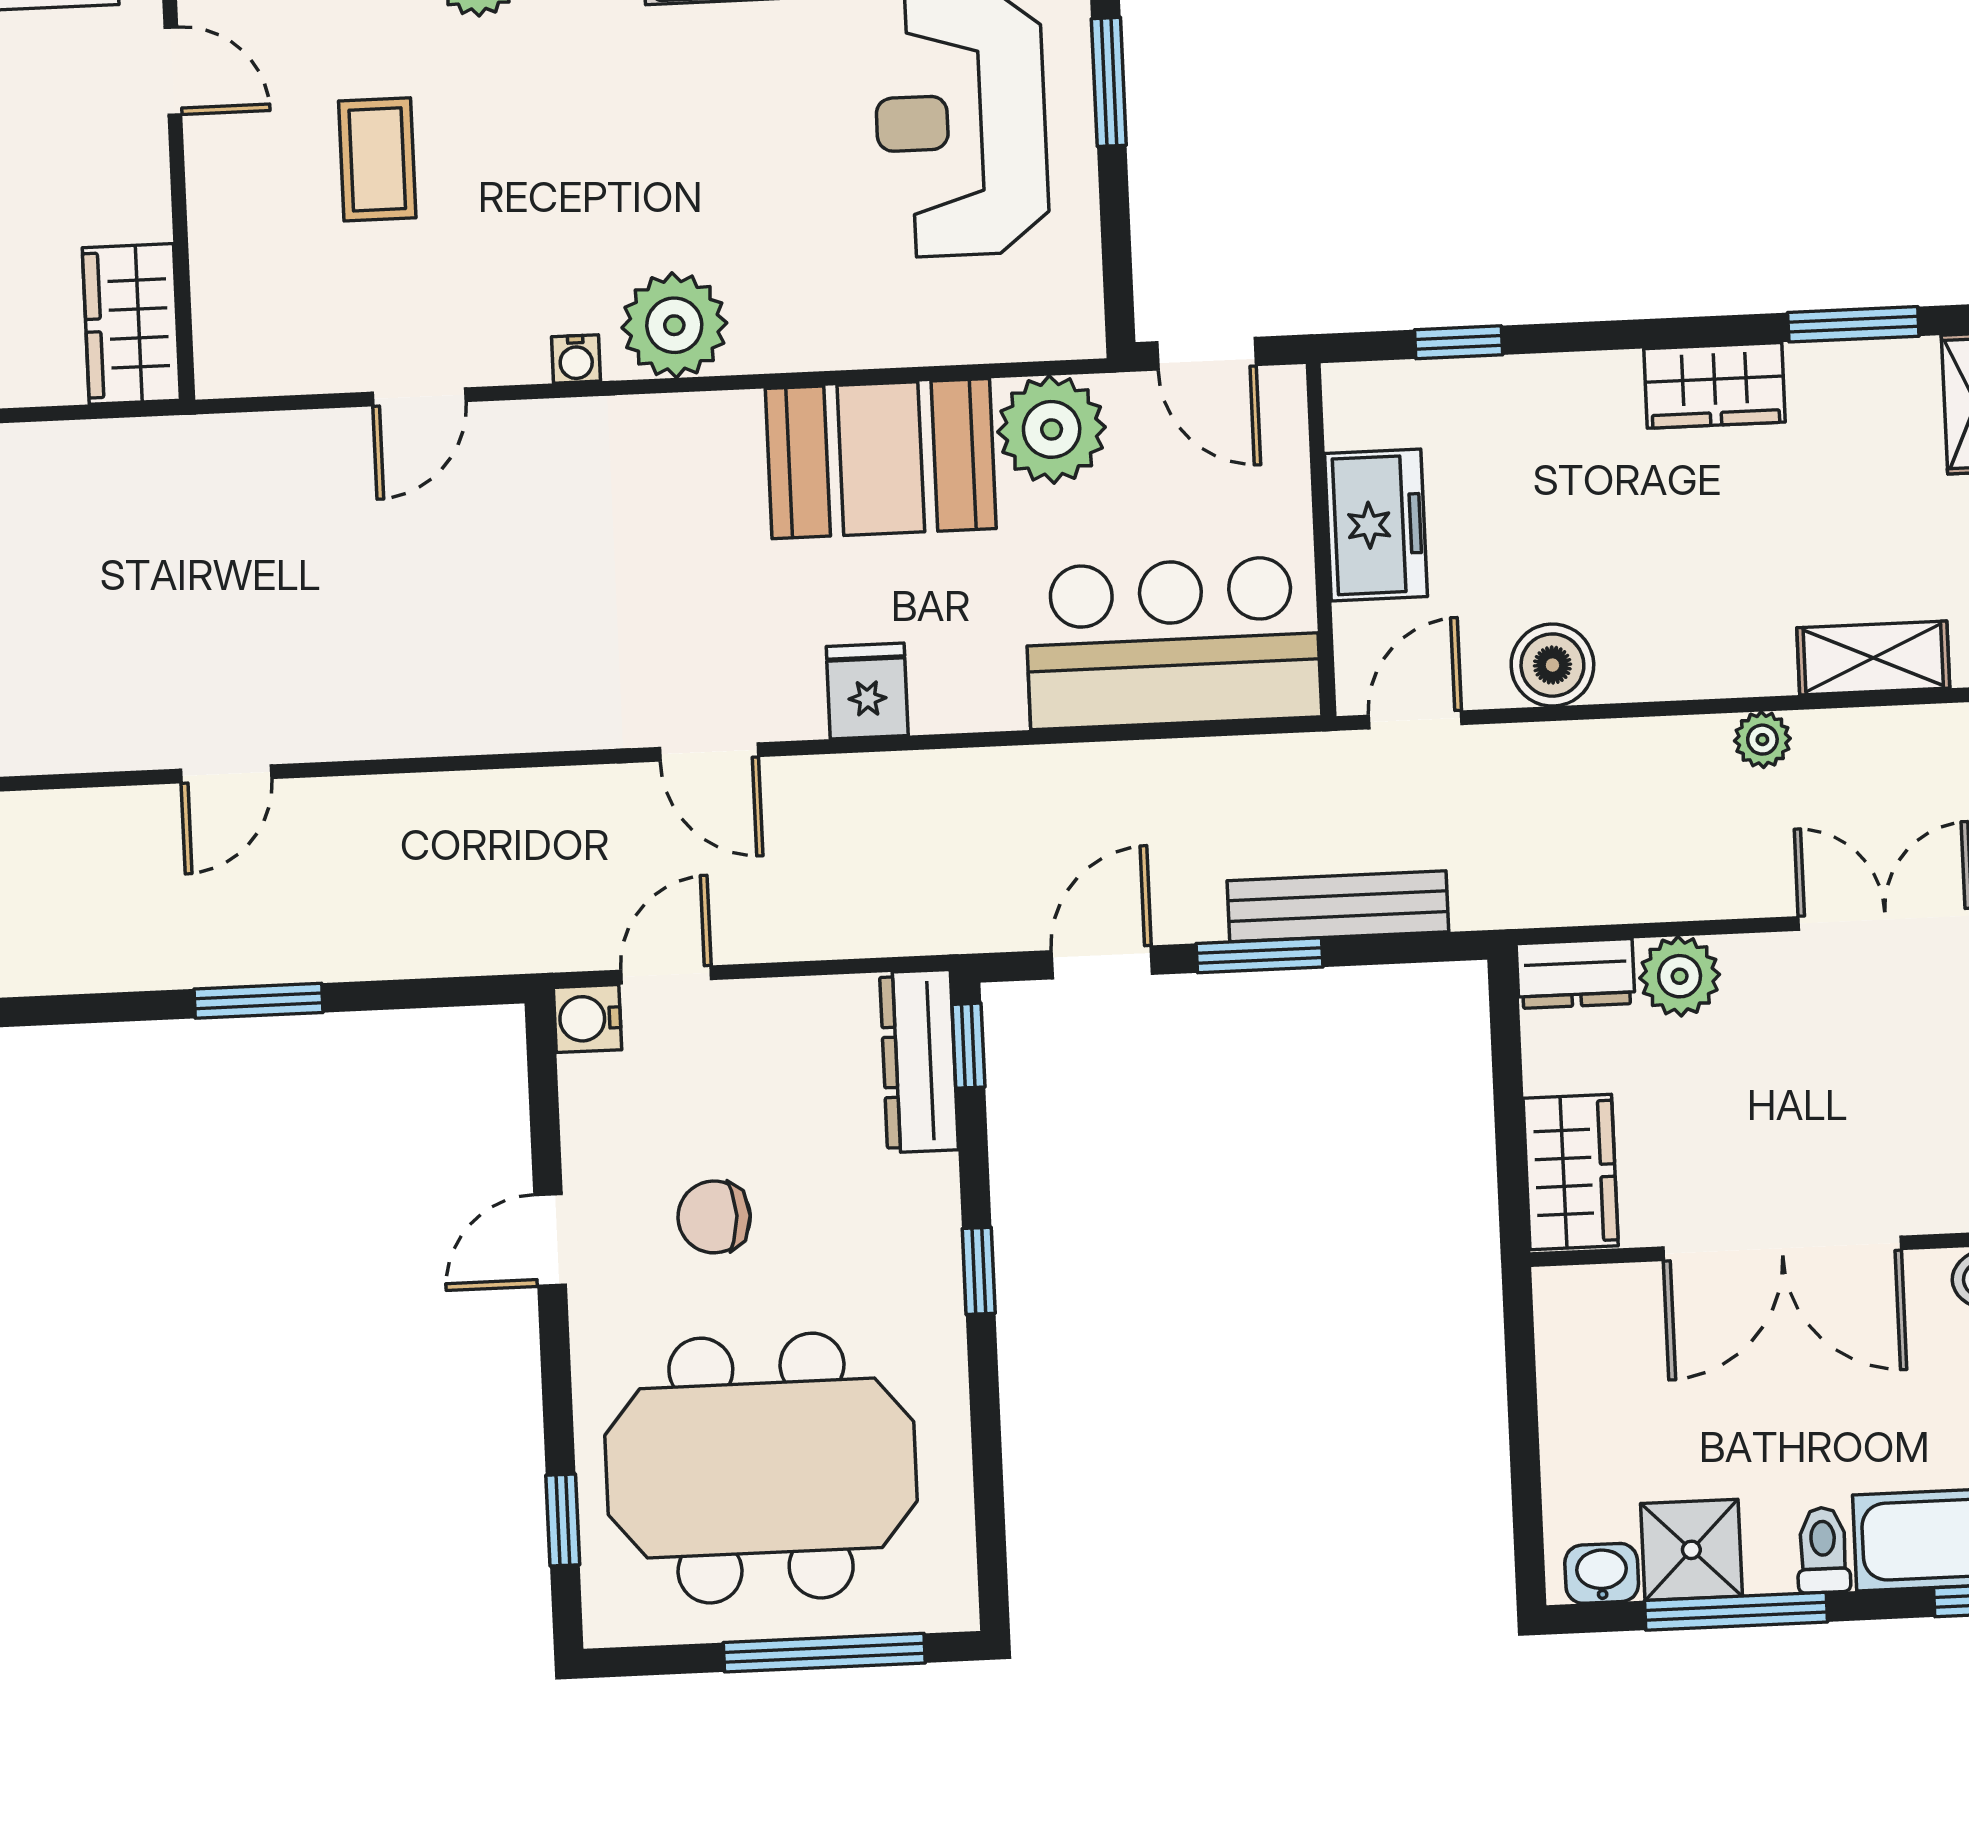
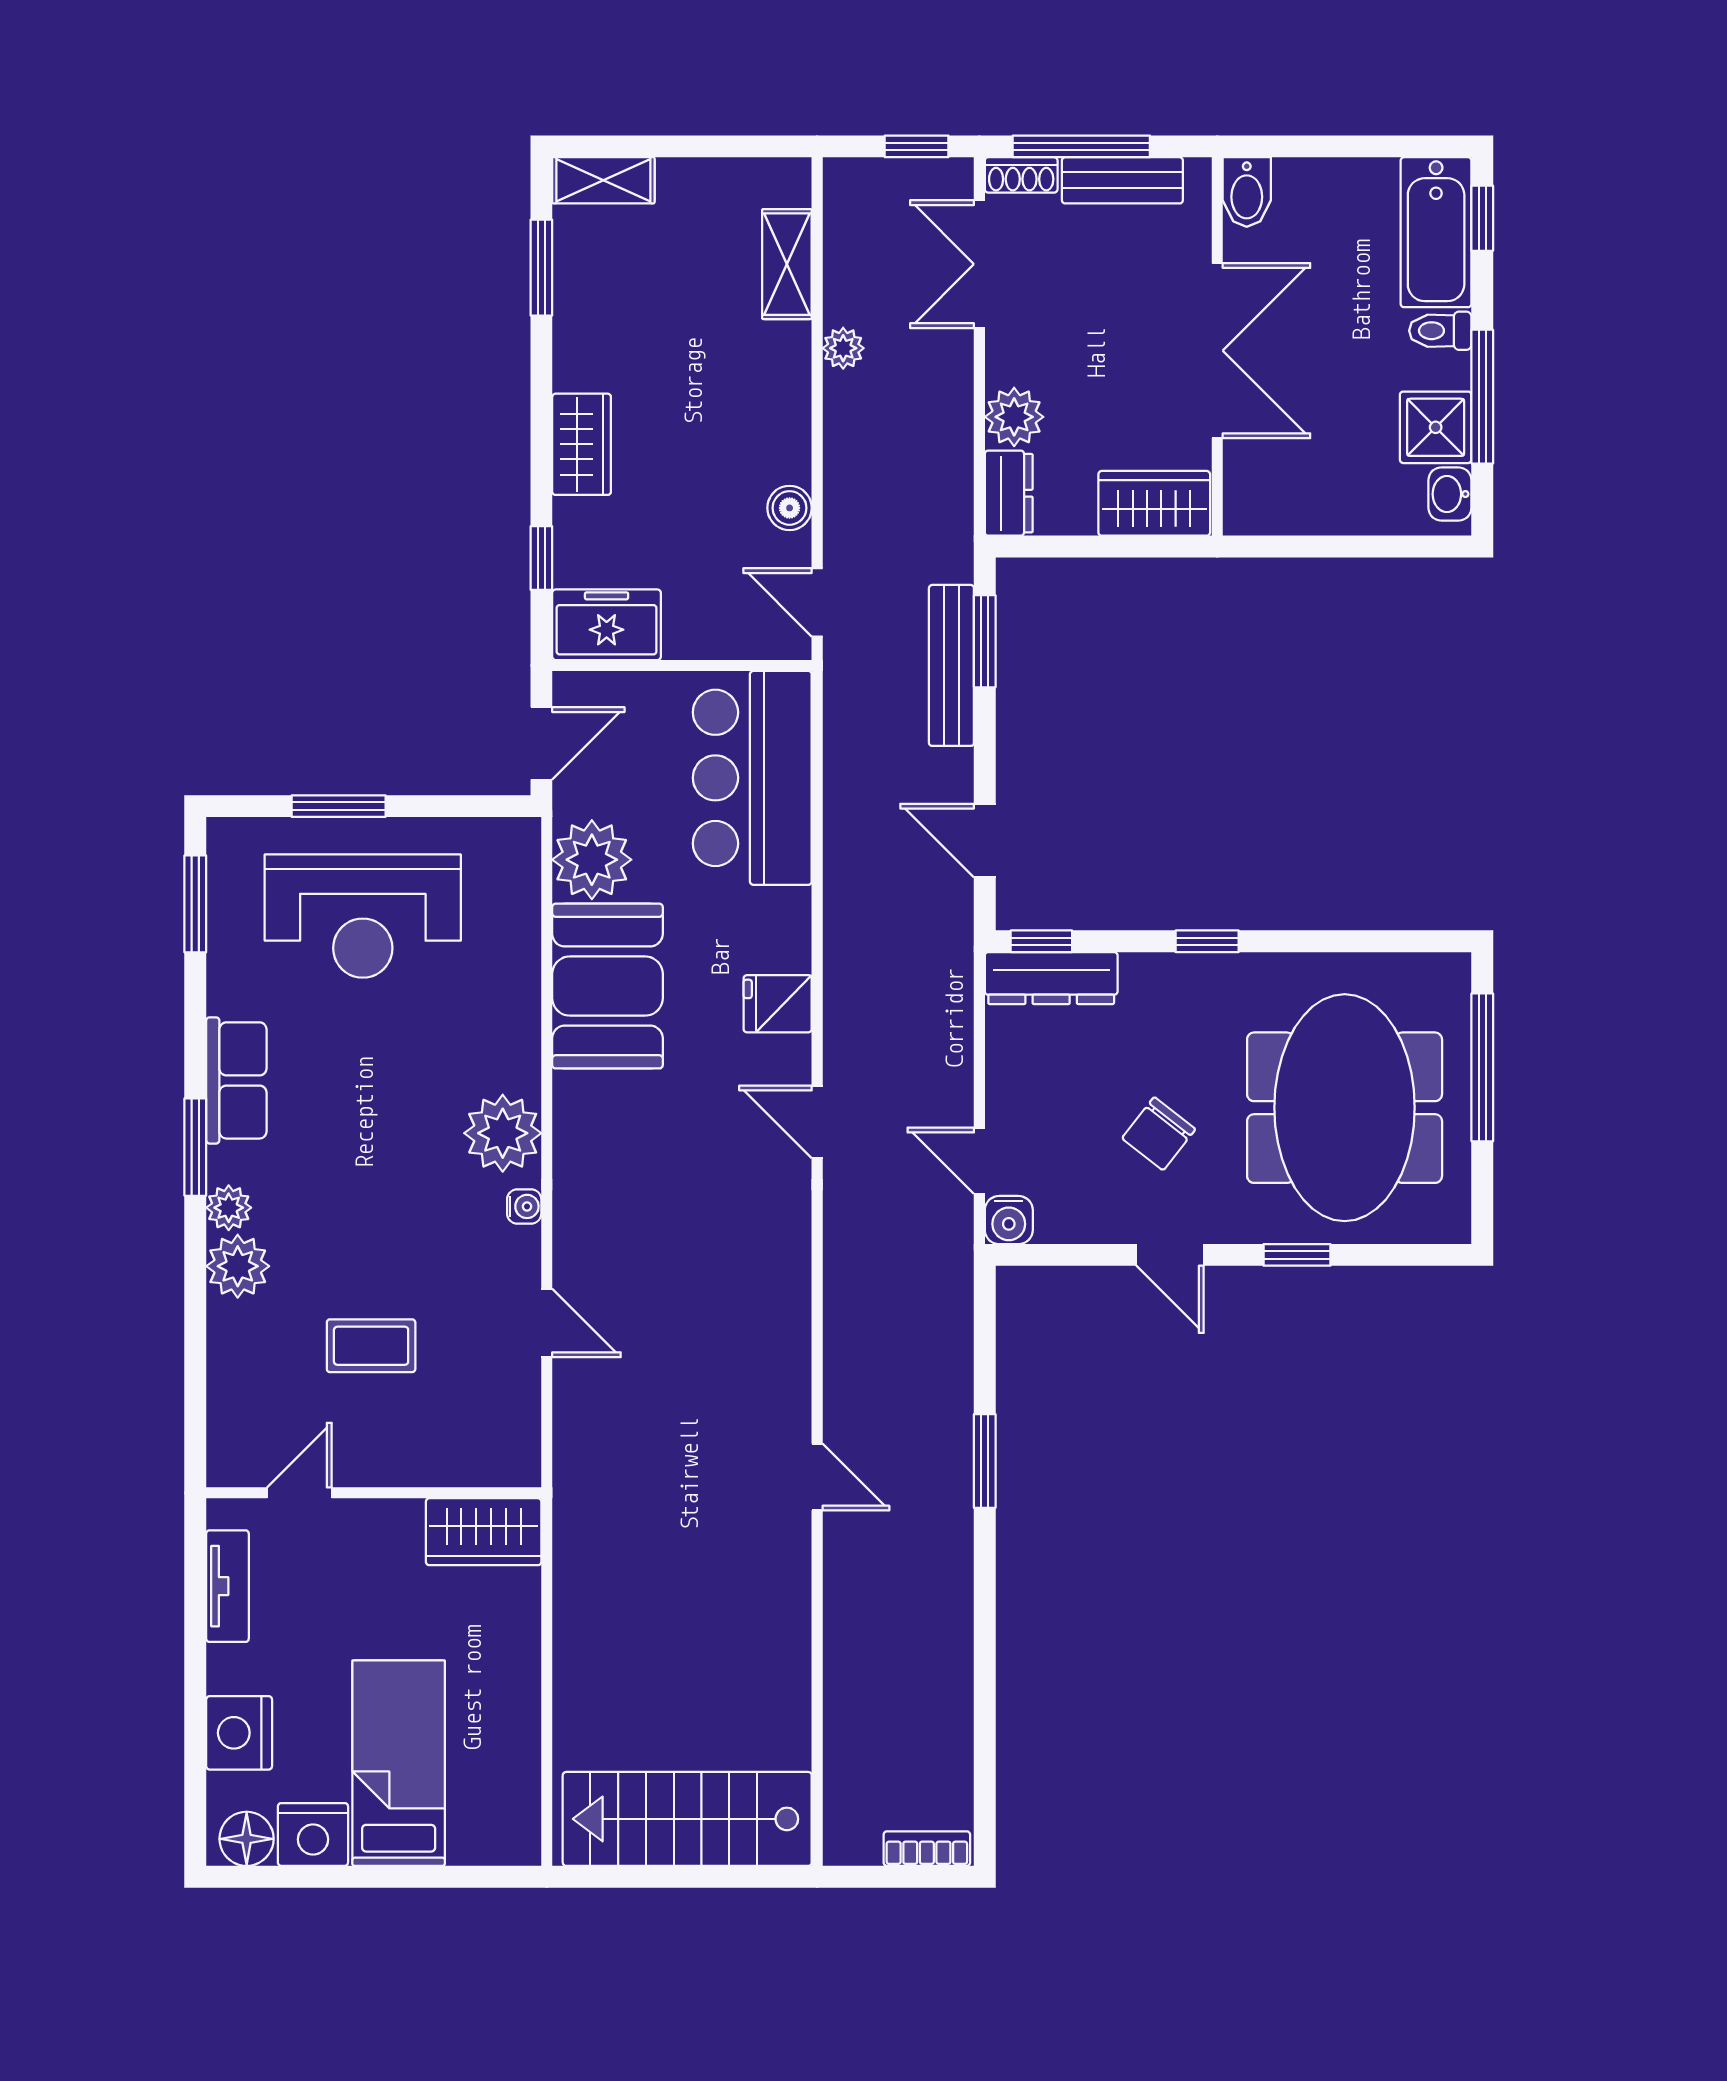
wardrobe: (1715, 385) -> (582, 444), moved
freezer: (1376, 525) -> (607, 625), moved
boiler: (1552, 665) -> (790, 508), width x0.73, depth x0.73
door: (709, 752) -> (817, 1122), swing flipped
window: (1259, 955) -> (985, 641), moved
chair: (714, 1217) -> (1159, 1134), turned 38
window: (563, 1520) -> (1297, 1255), moved

